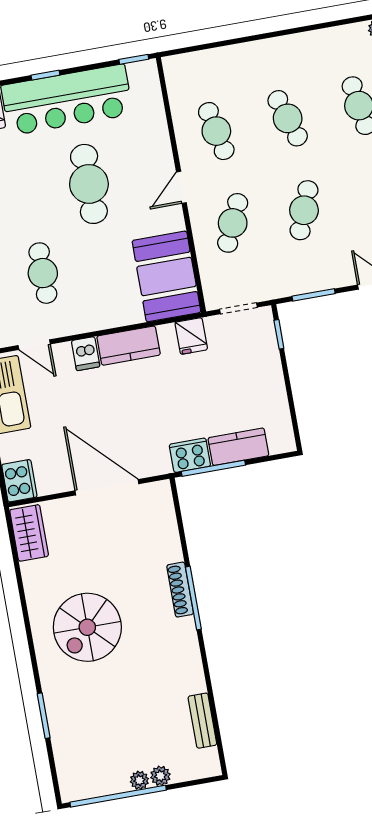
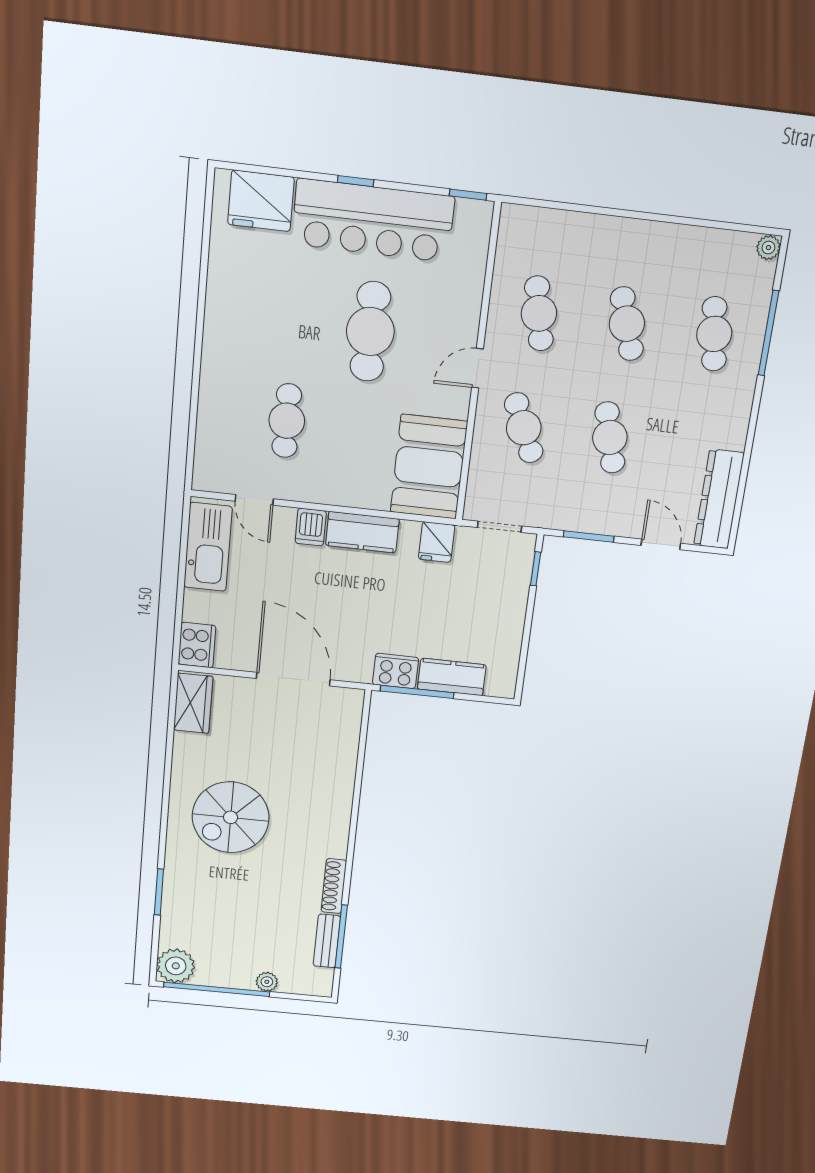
cafe table: (304, 210) -> (610, 437), turned -36
cafe table: (233, 223) -> (524, 428), turned -48
shoe rack: (180, 590) -> (334, 886), moved
window: (193, 598) -> (341, 937), moved
plant: (139, 780) -> (176, 966), moved, width x1.87, depth x1.87

